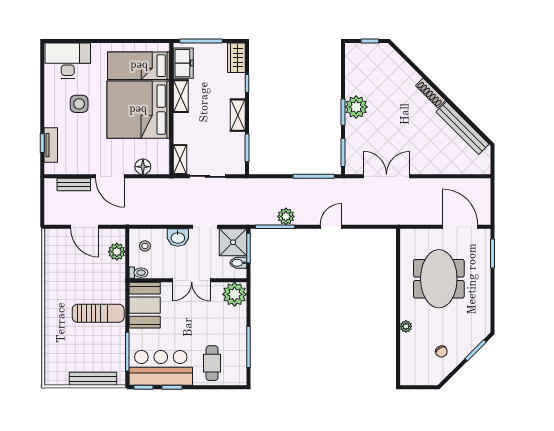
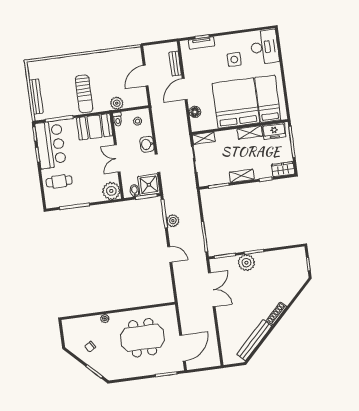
plant: (356, 107) -> (246, 263), moved
plant: (117, 252) -> (117, 103), moved

